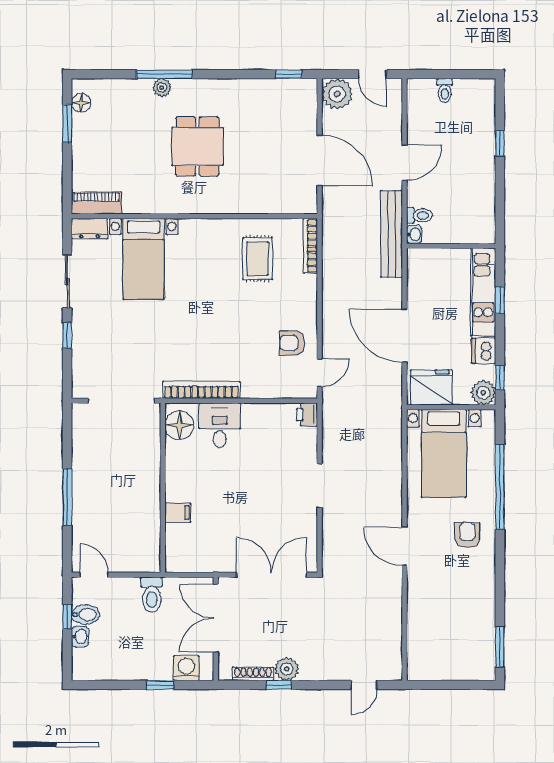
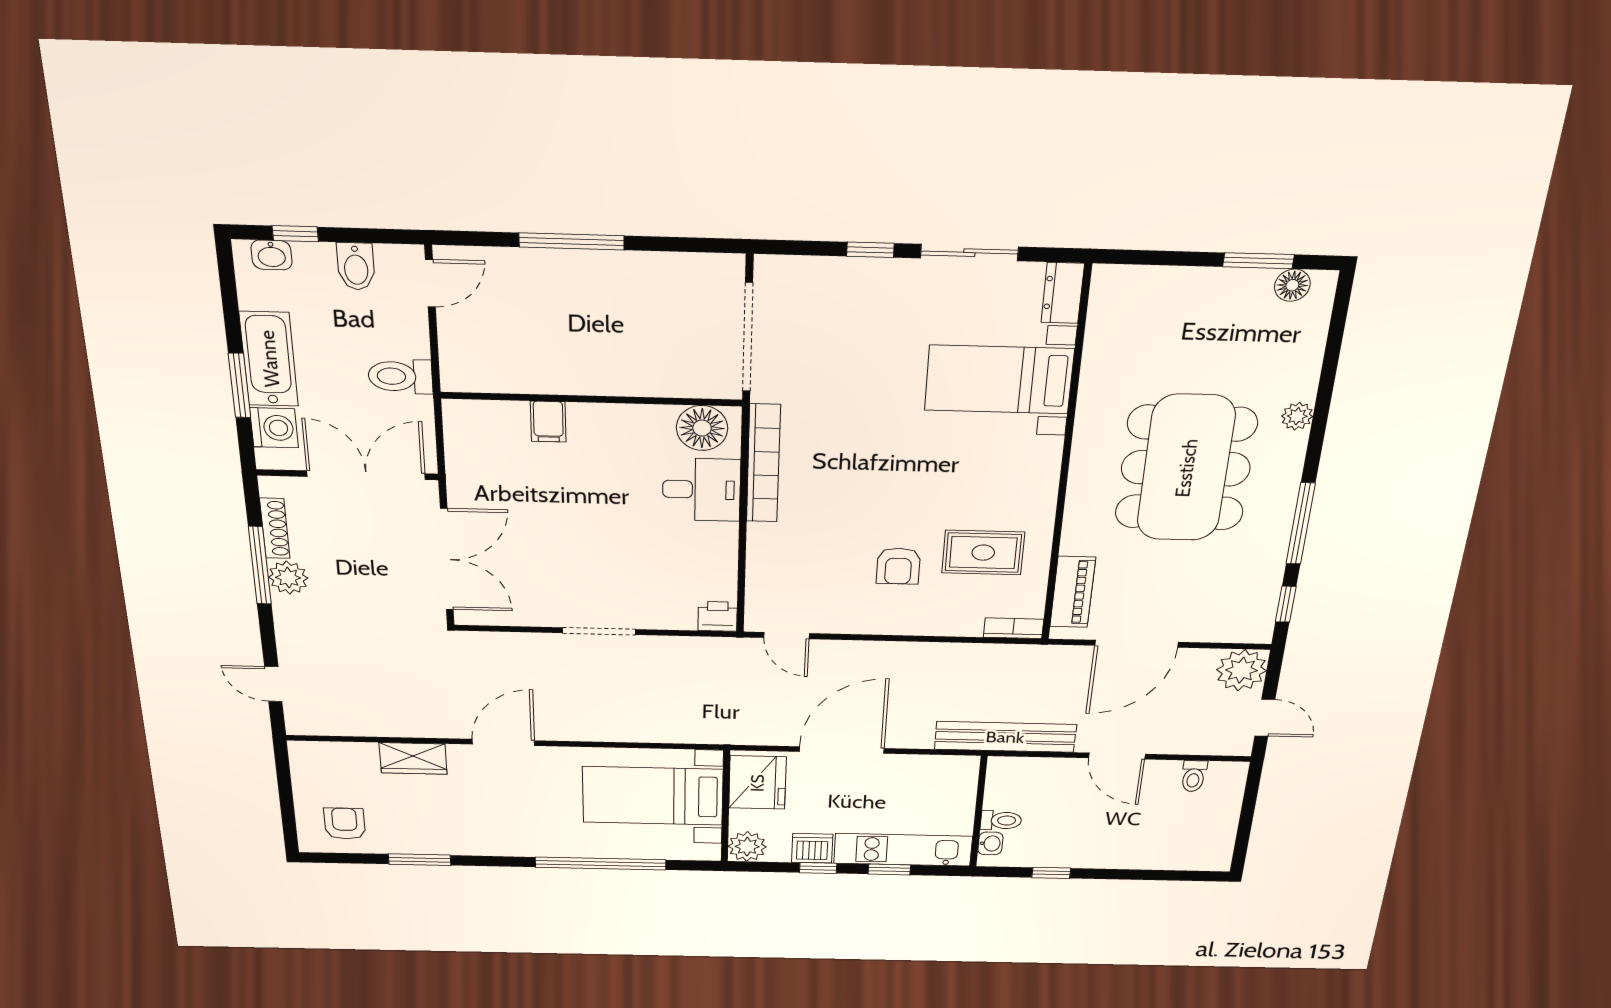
window: (164, 74) -> (1301, 524), moved
door: (372, 74) -> (1265, 718), swing flipped
toilet: (445, 91) -> (1194, 776), moved, turned -90
window: (500, 143) -> (1051, 873), moved
dining table: (197, 146) -> (1186, 468), width x1.88, depth x1.24
piano: (96, 203) -> (1073, 592), moved
toilet: (419, 215) -> (1001, 820), moved, turned -90
washbasin: (414, 234) -> (990, 843), moved, turned -90
bookcase: (310, 246) -> (1013, 628), width x0.64
armchair: (292, 343) -> (898, 566), moved, turned 180
window: (500, 378) -> (818, 868), moved
armchair: (467, 535) -> (345, 824), moved, turned -90
wardrobe: (418, 603) -> (413, 758), added
window: (67, 617) -> (295, 234), moved
washbasin: (80, 636) -> (272, 255), moved
window: (500, 647) -> (420, 860), moved
bathtub: (143, 667) -> (269, 359), added
window: (160, 685) -> (239, 385), width x1.50
window: (279, 685) -> (260, 565), width x2.17

